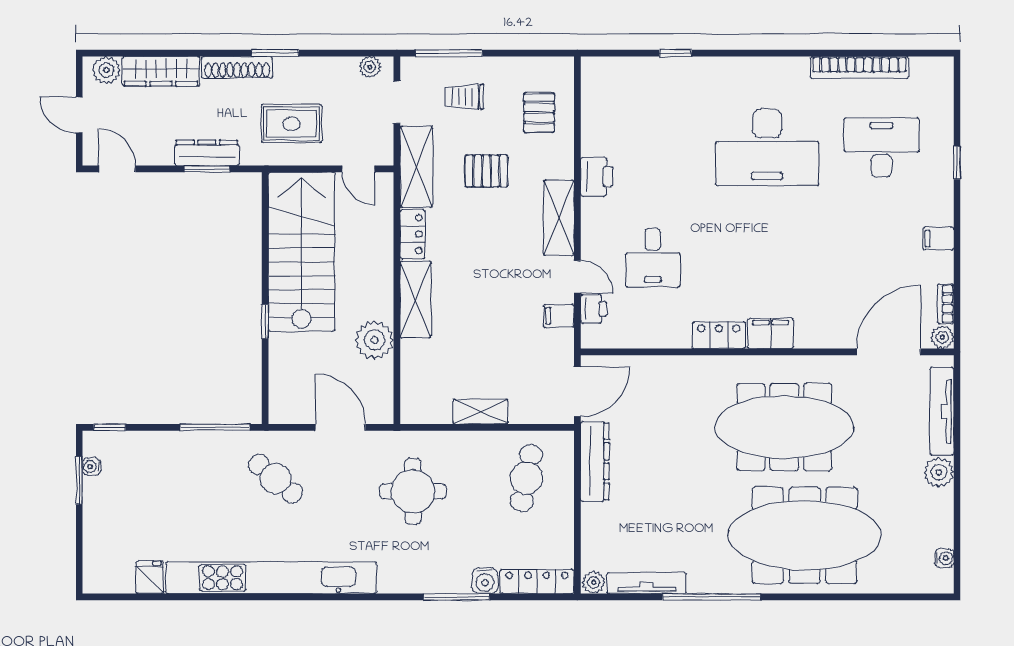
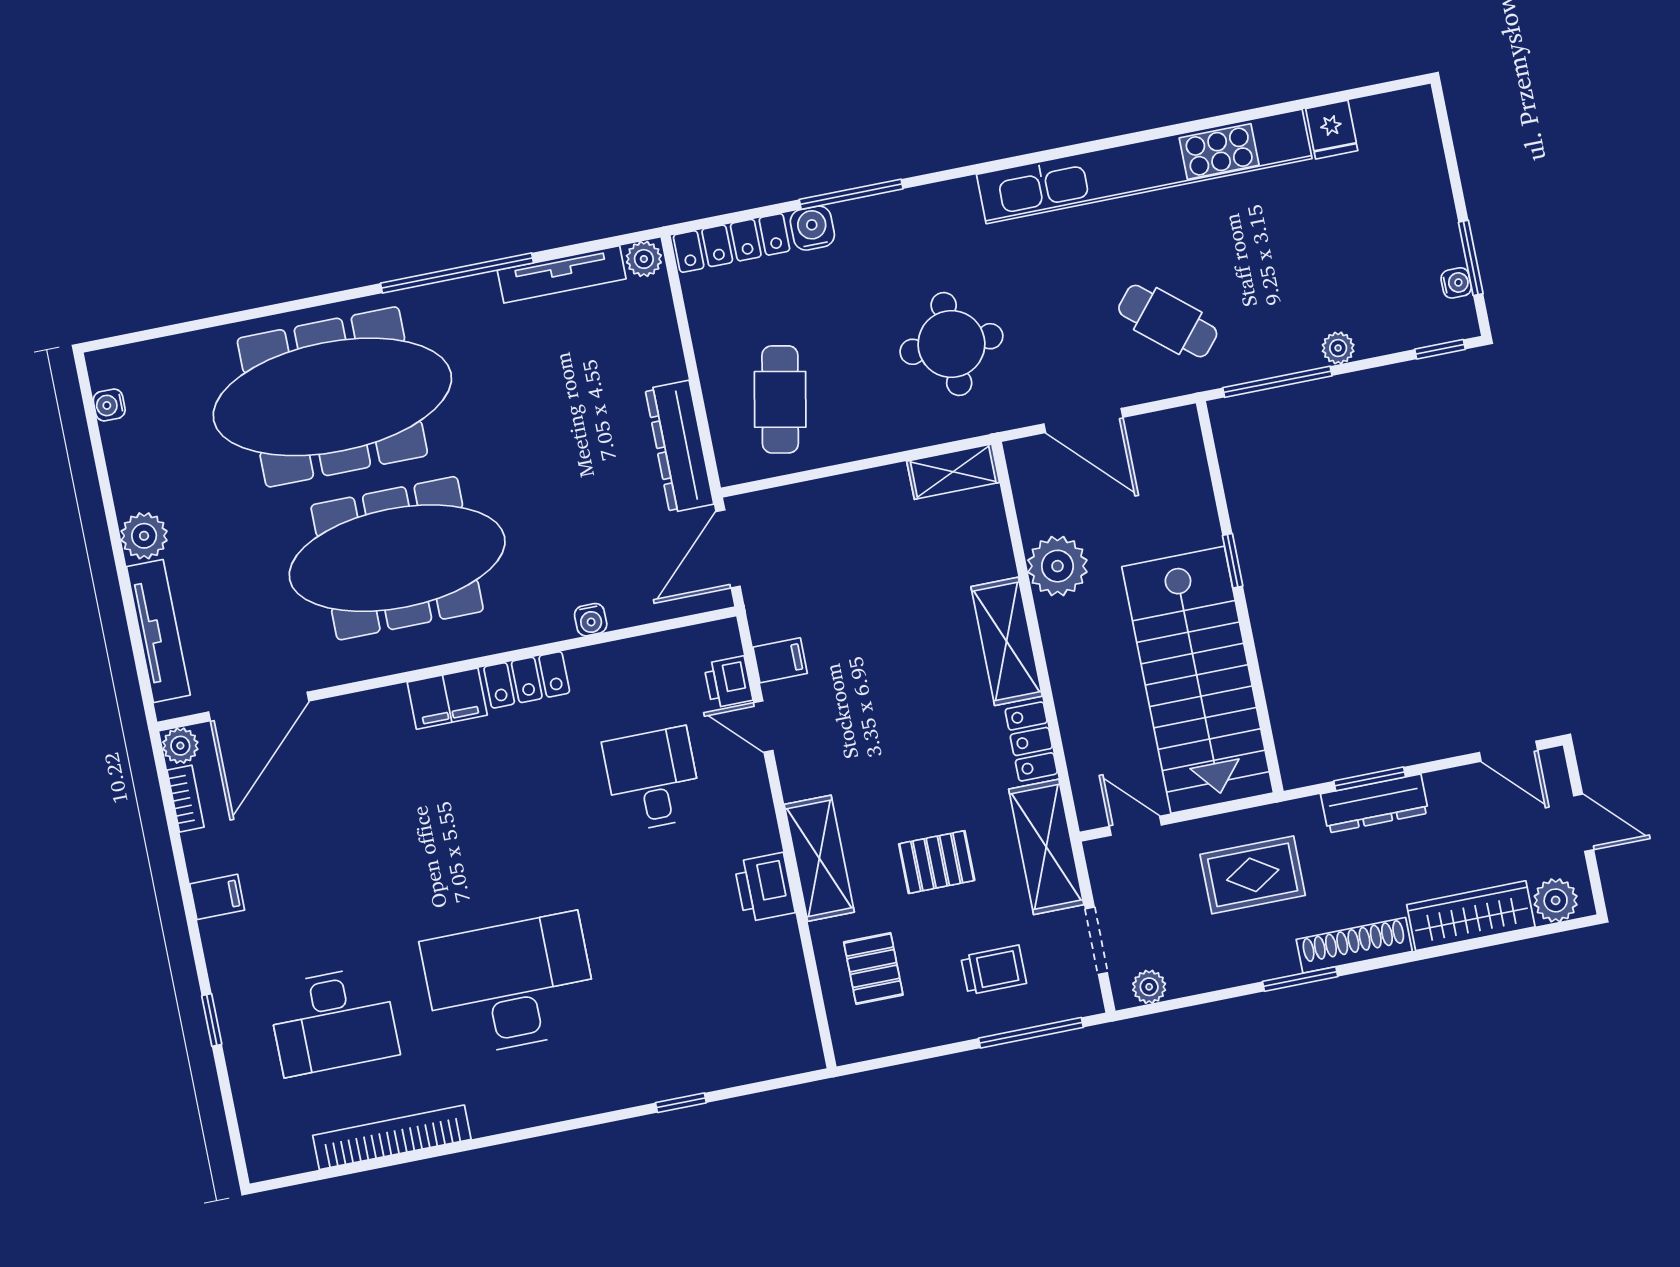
shelving: (559, 218) -> (819, 858), moved
water cooler: (672, 365) -> (591, 620), added
shelving: (480, 412) -> (953, 472), moved
plant: (173, 441) -> (1338, 348), added

